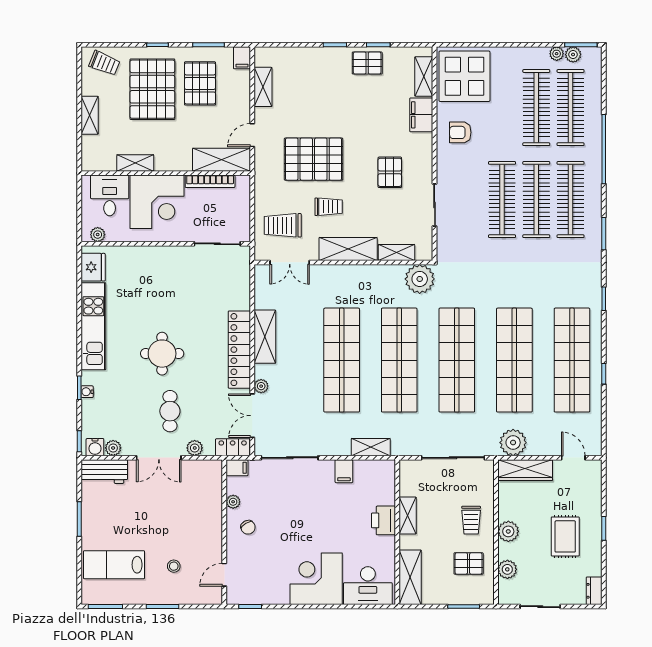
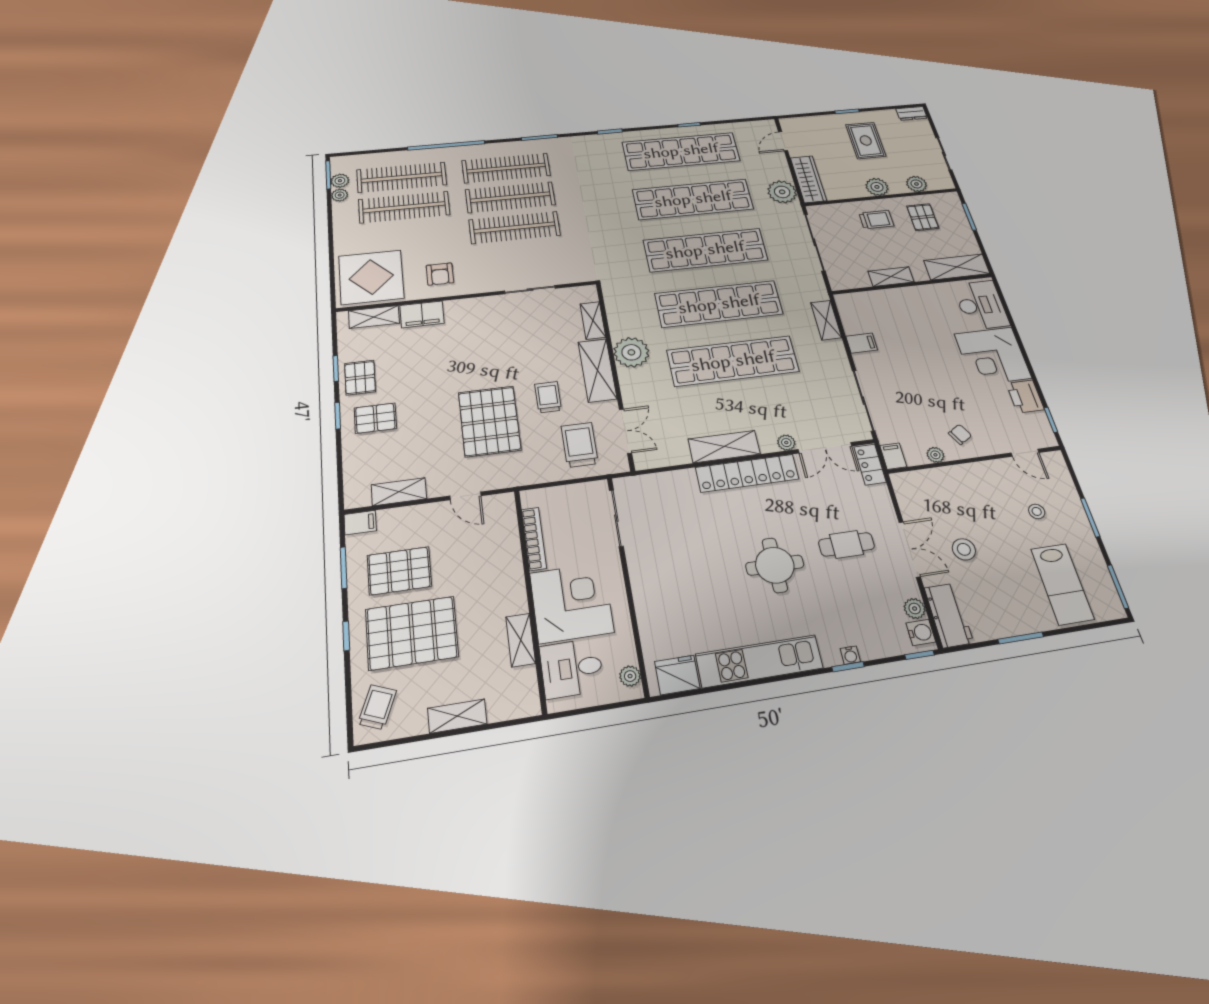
shelving: (221, 160) -> (503, 529), removed
pallet: (390, 172) -> (375, 418), moved
trolley: (283, 225) -> (580, 445), turned 180
plant: (420, 279) -> (631, 352), moved
plant: (195, 448) -> (884, 508), removed
stool: (152, 499) -> (964, 549), added
printer: (384, 520) -> (1025, 397), moved, turned 90
rug: (565, 536) -> (866, 140), turned 90

